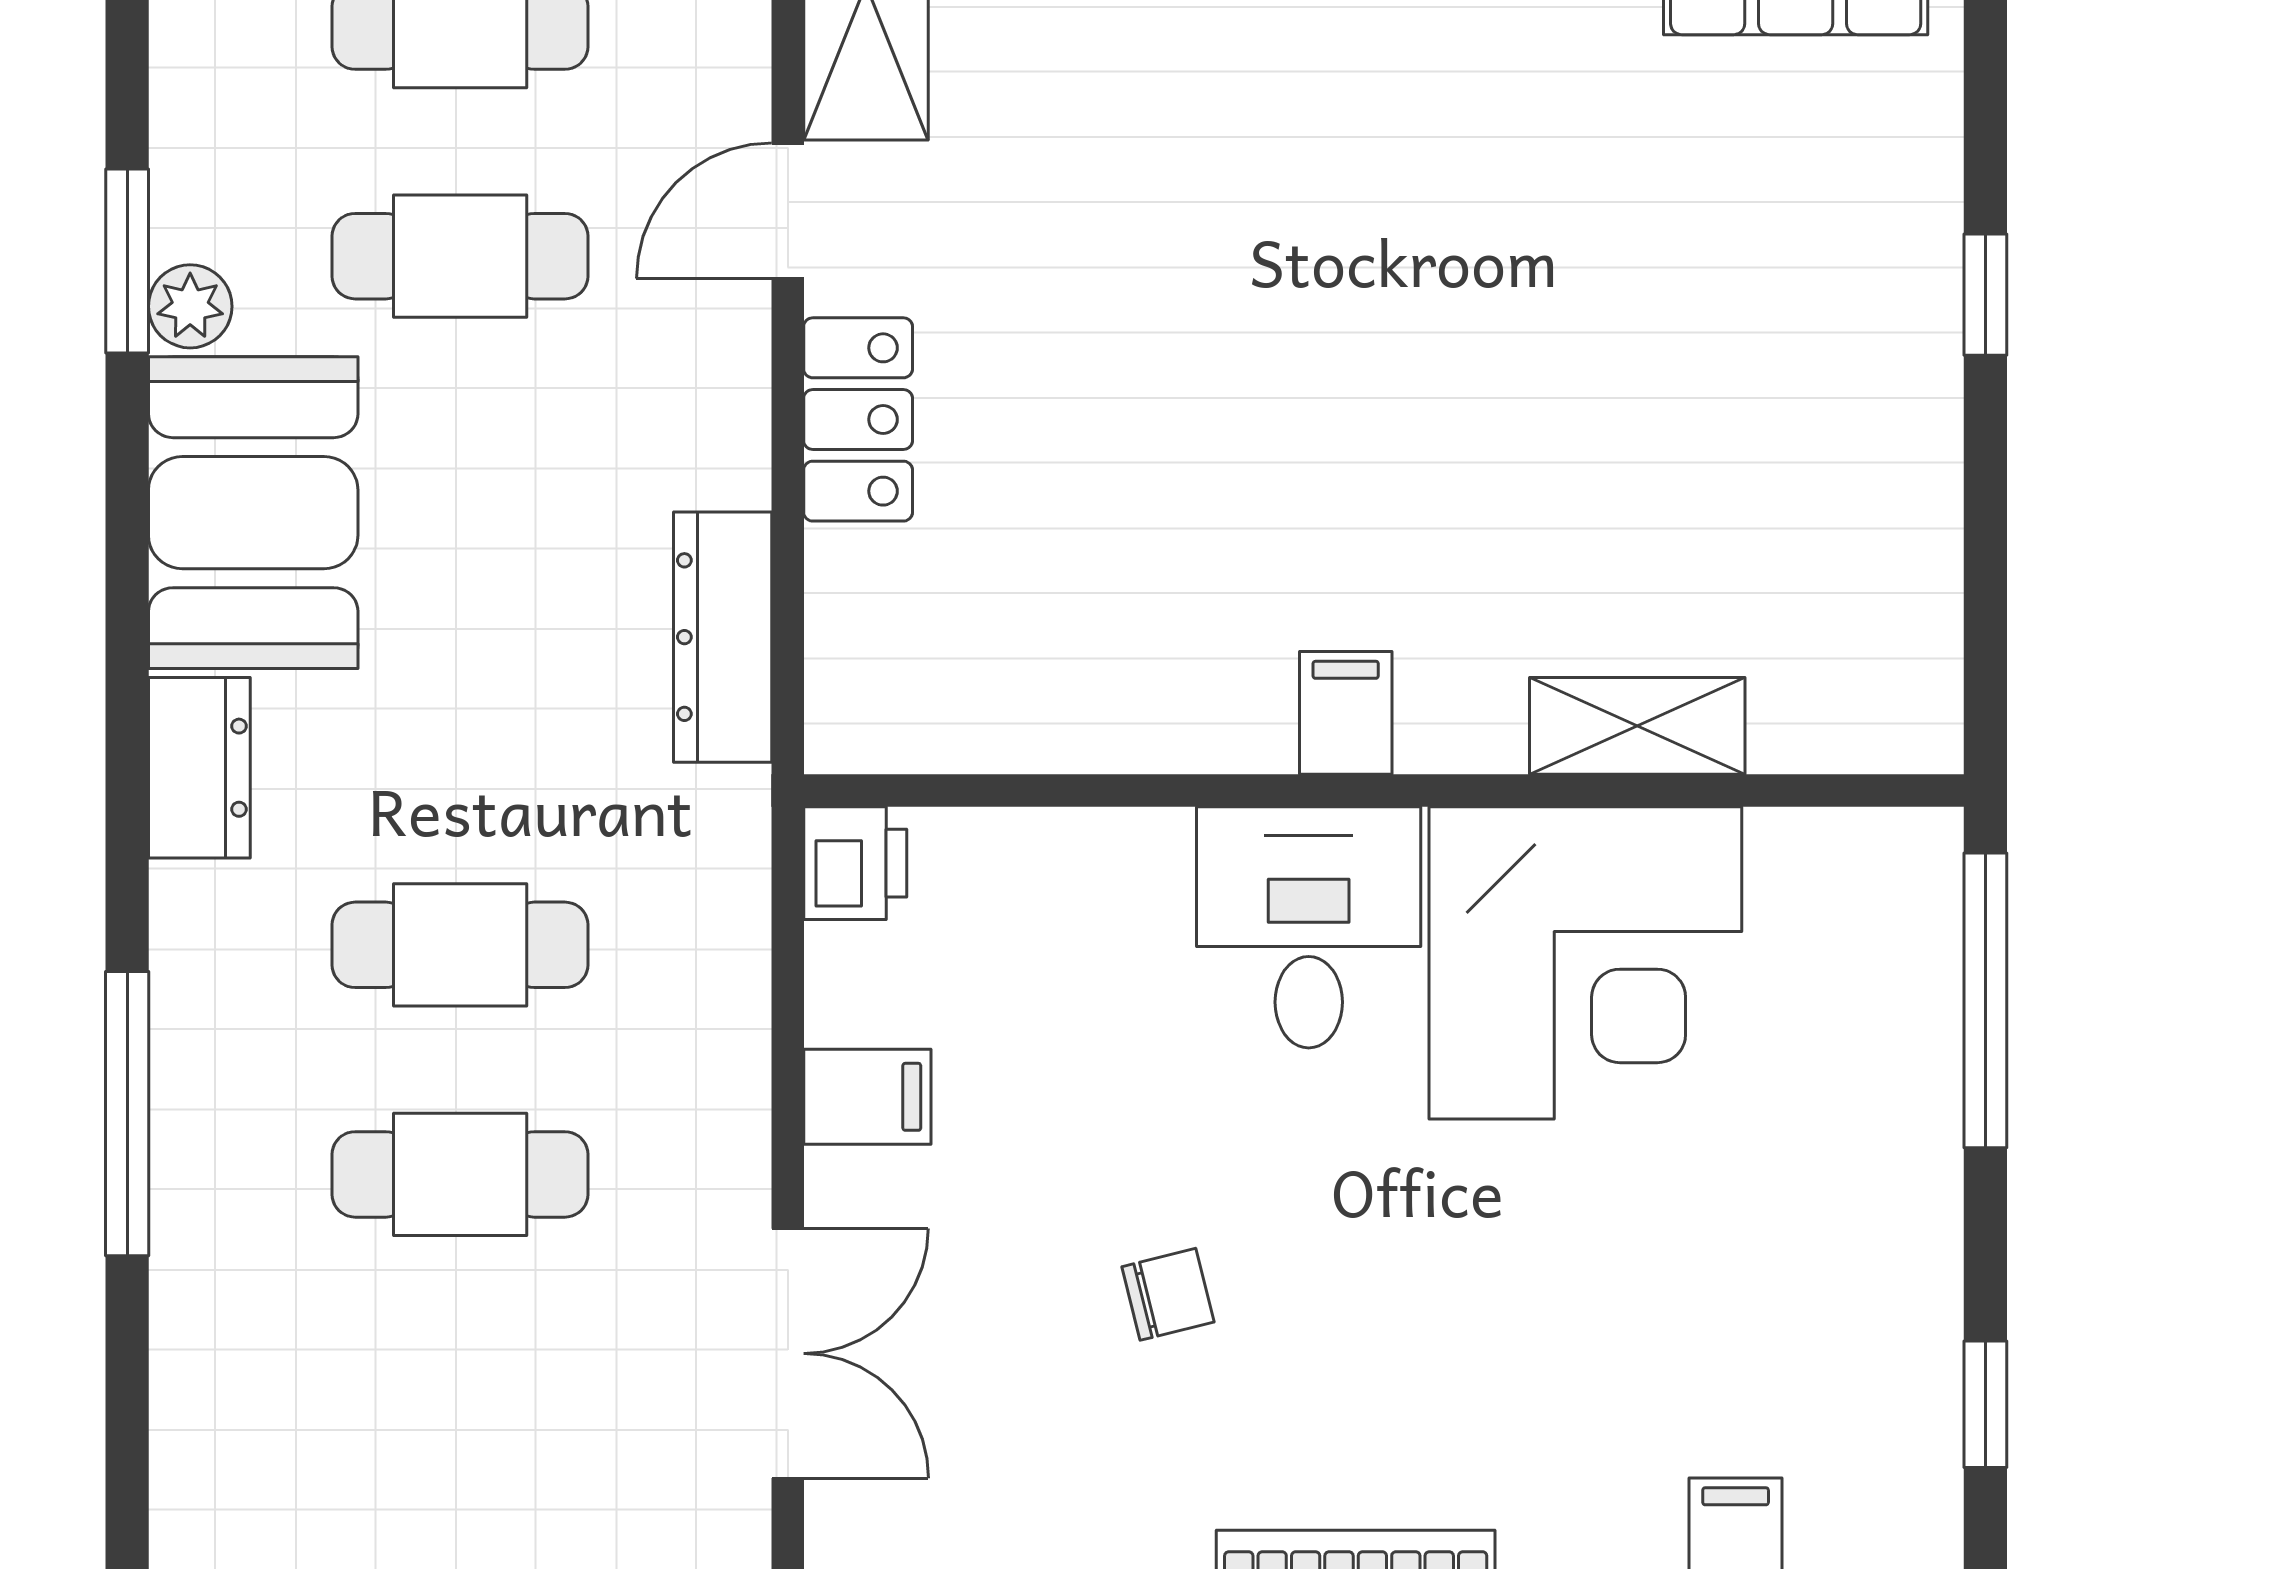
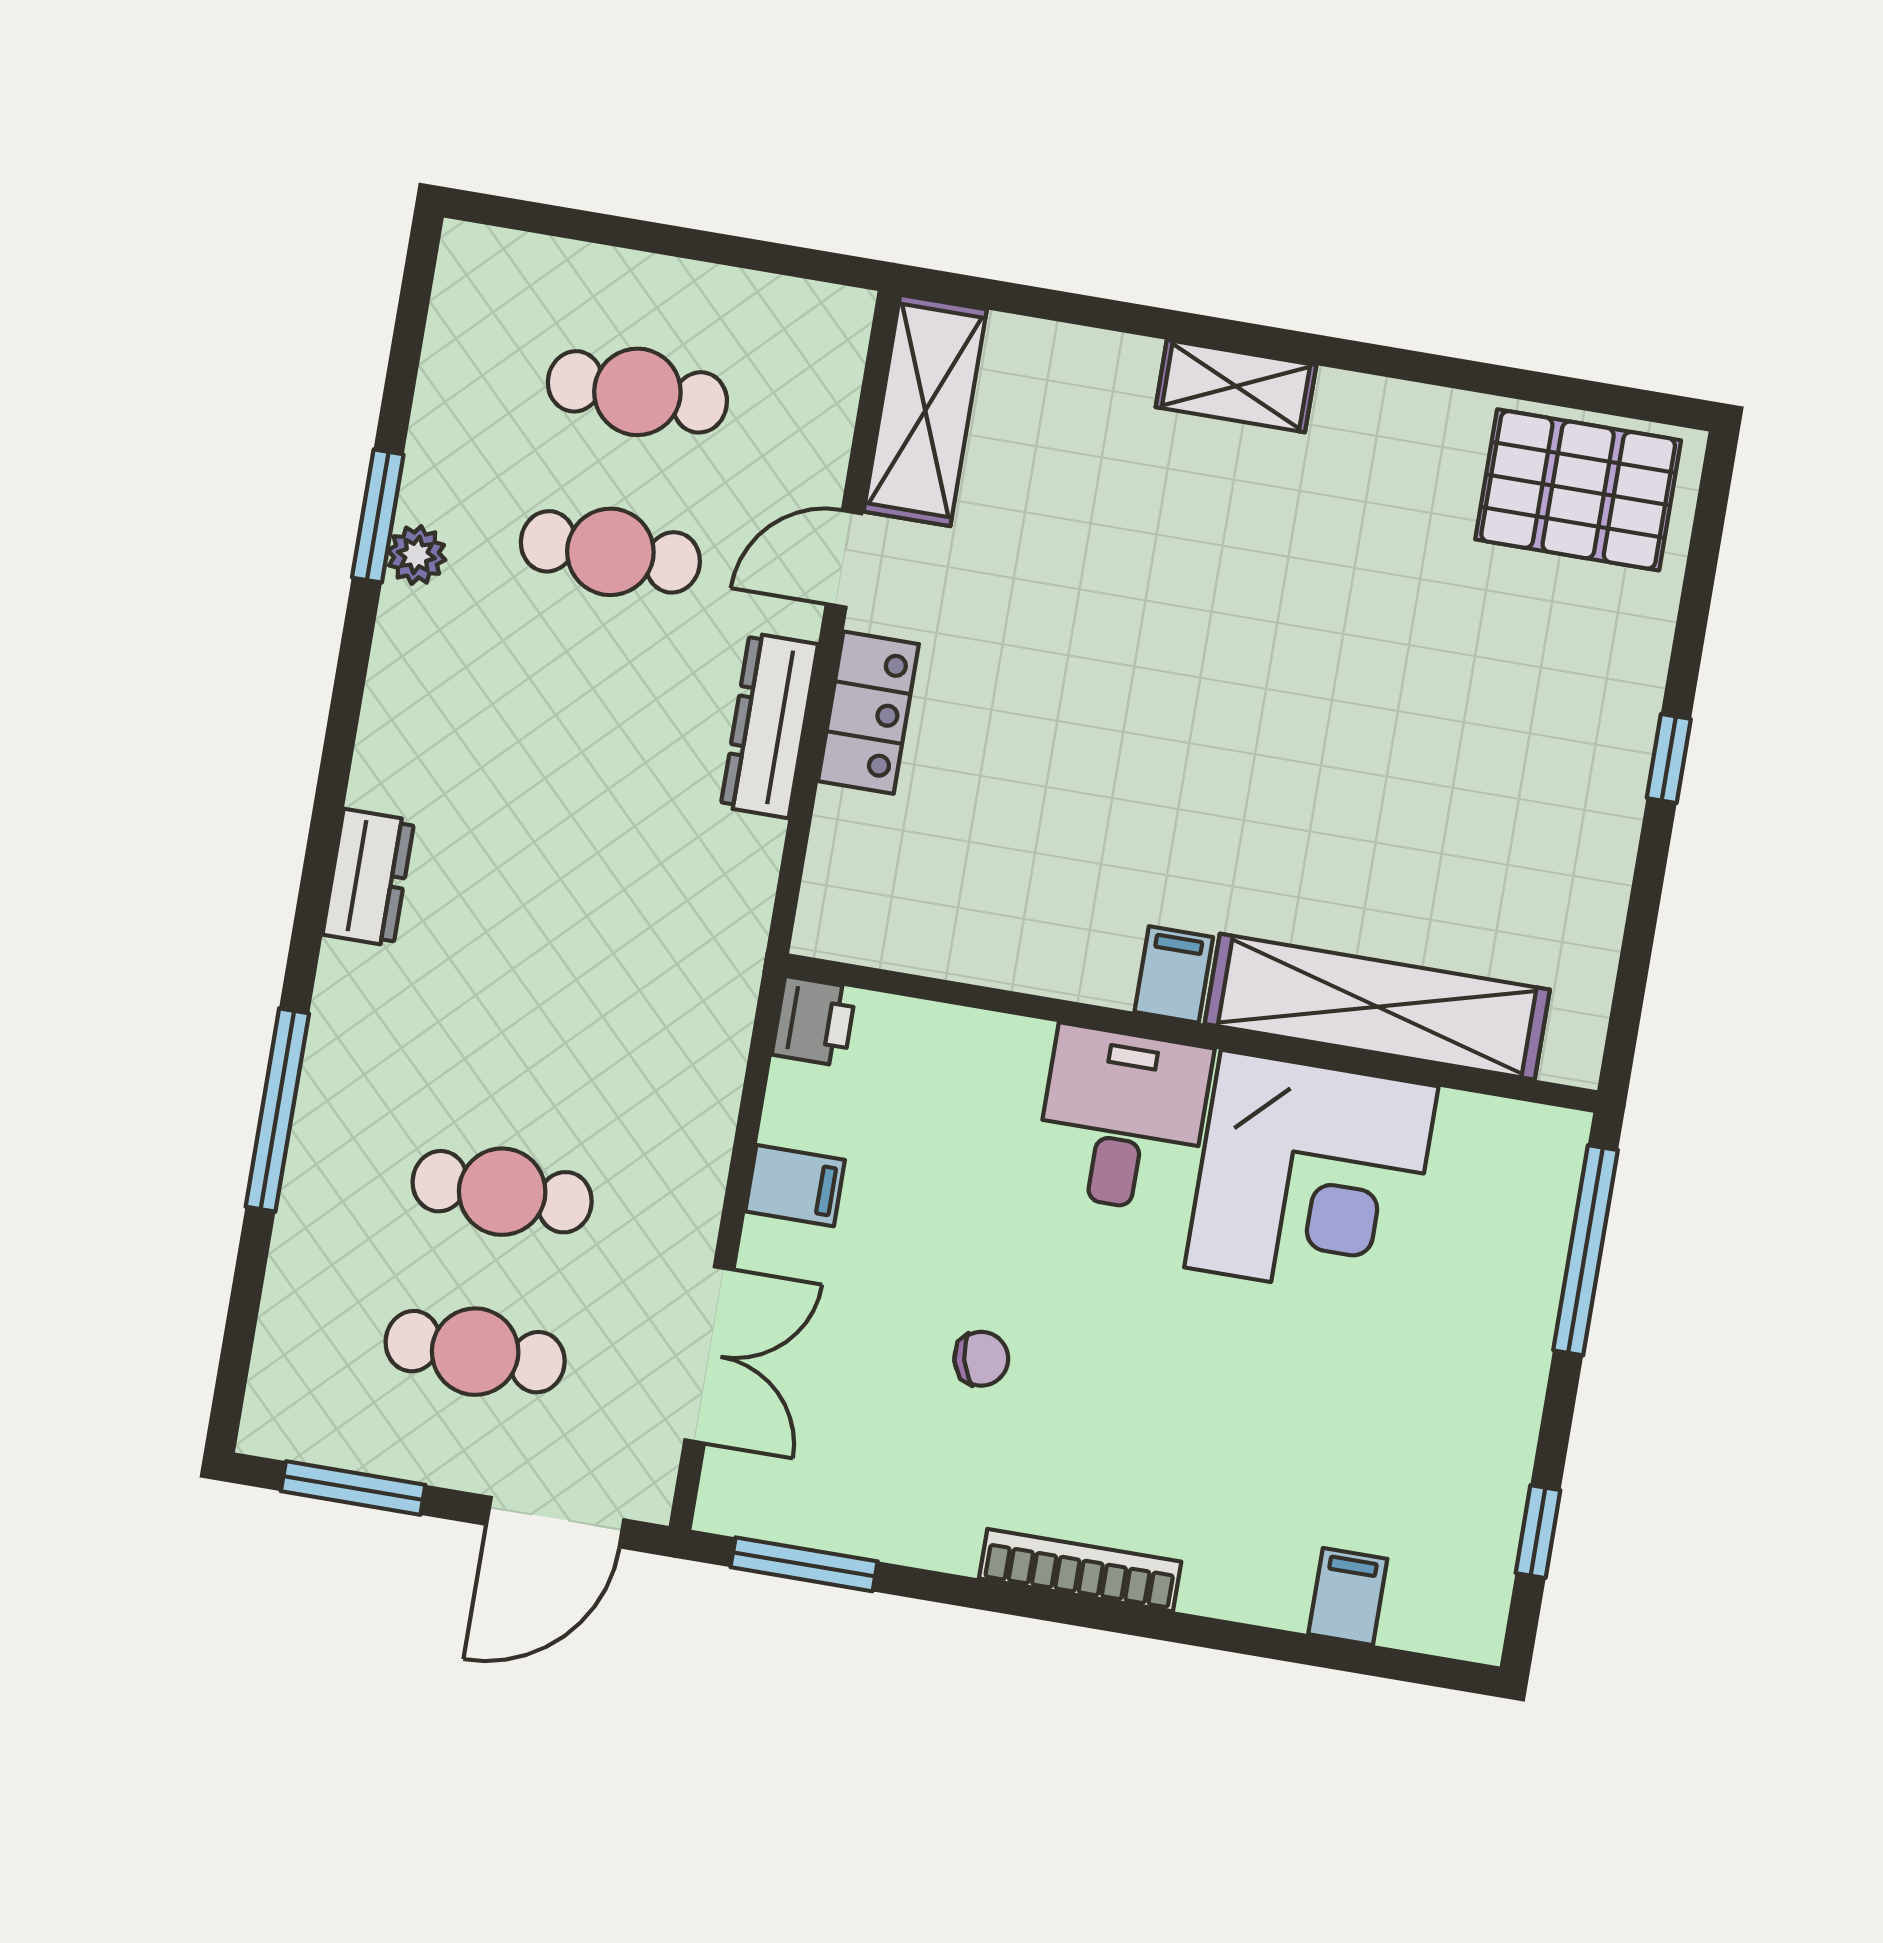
booth: (253, 513) -> (436, 706), removed
dresser: (723, 637) -> (769, 725), moved
shelving: (1637, 726) -> (1377, 1007), width x2.20, depth x1.33
cafe table: (460, 945) -> (475, 1352), moved

